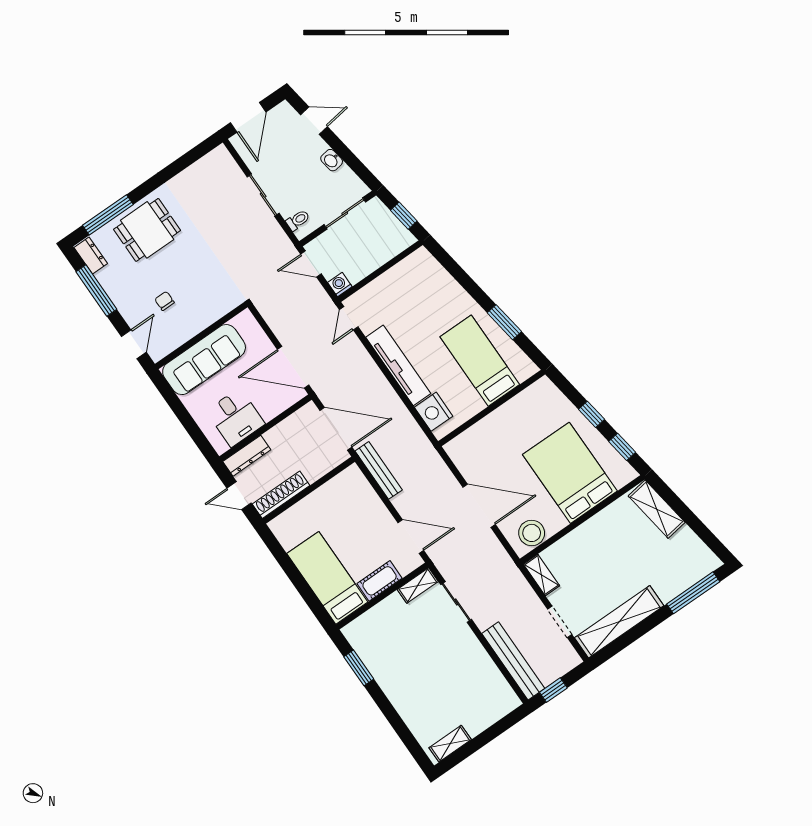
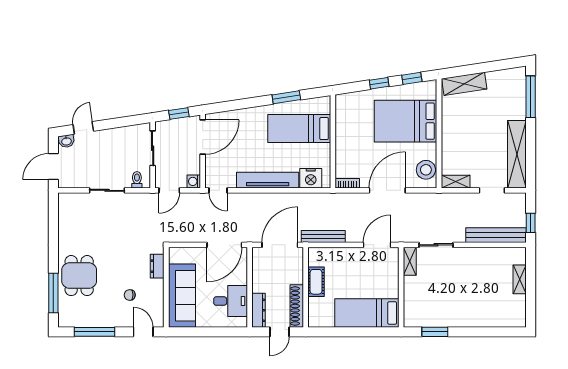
door: (248, 117) -> (53, 167), swing flipped
washbasin: (332, 160) -> (66, 141), moved
dresser: (91, 256) -> (157, 266), moved, turned -90
door: (396, 260) -> (203, 137), added
bookcase: (456, 456) -> (347, 183), added
cot: (380, 581) -> (316, 282), moved
shelving: (450, 744) -> (520, 279), moved

